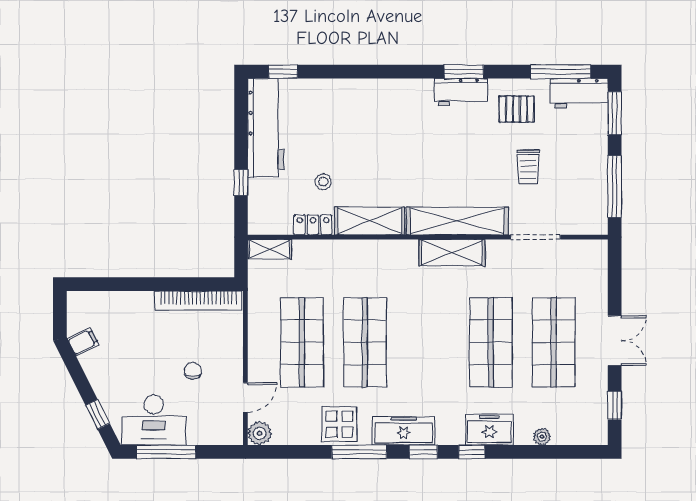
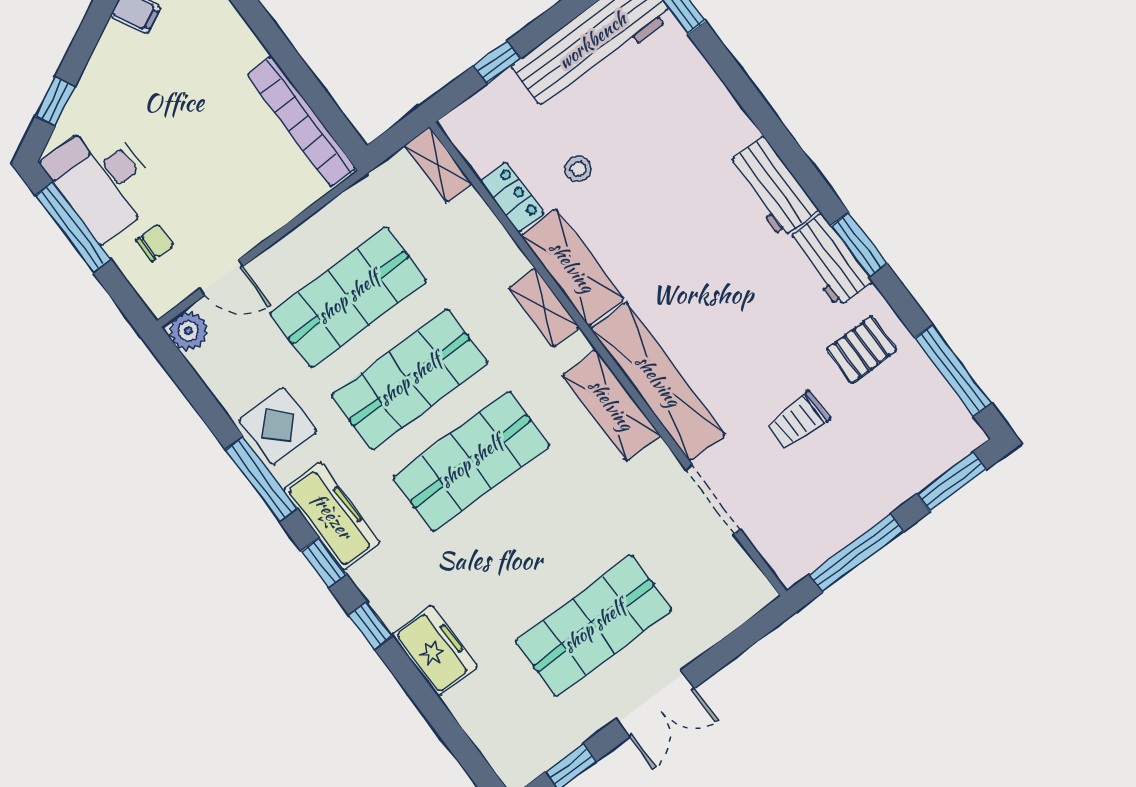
workbench: (579, 93) -> (772, 187), moved
pallet: (517, 109) -> (862, 350), turned 90
shelving: (379, 250) -> (544, 308), added
shop shelf: (491, 342) -> (471, 461), moved
chair: (193, 371) -> (155, 243), moved
freezer: (489, 430) -> (435, 651), moved
plant: (542, 437) -> (459, 702), removed

